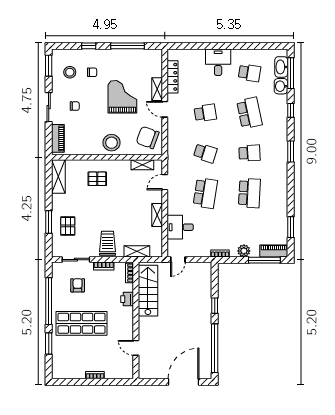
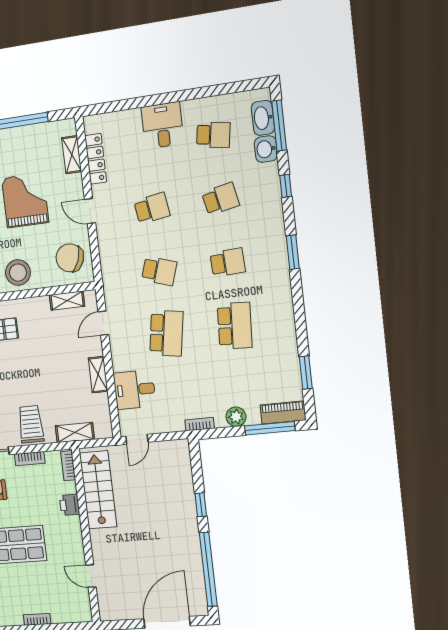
shelving: (157, 89) -> (72, 155), moved
school desk: (249, 113) -> (221, 199), width x0.54

